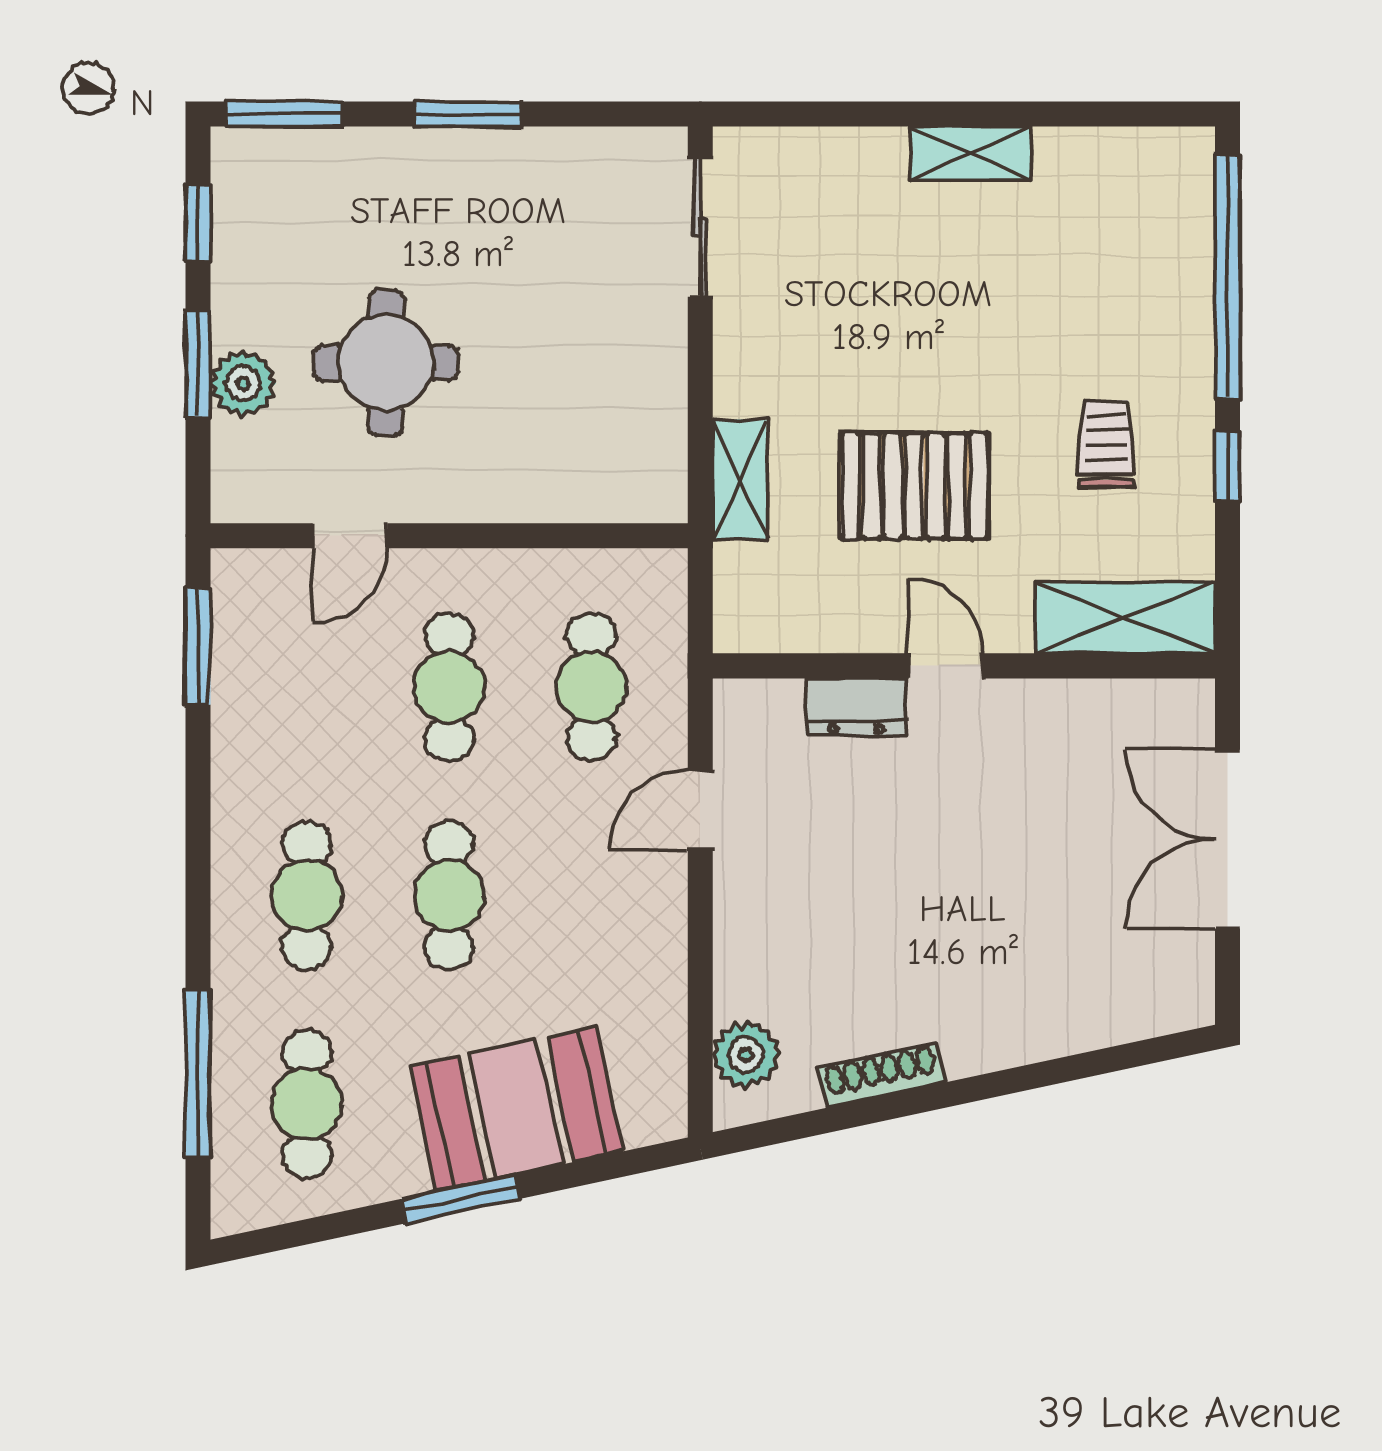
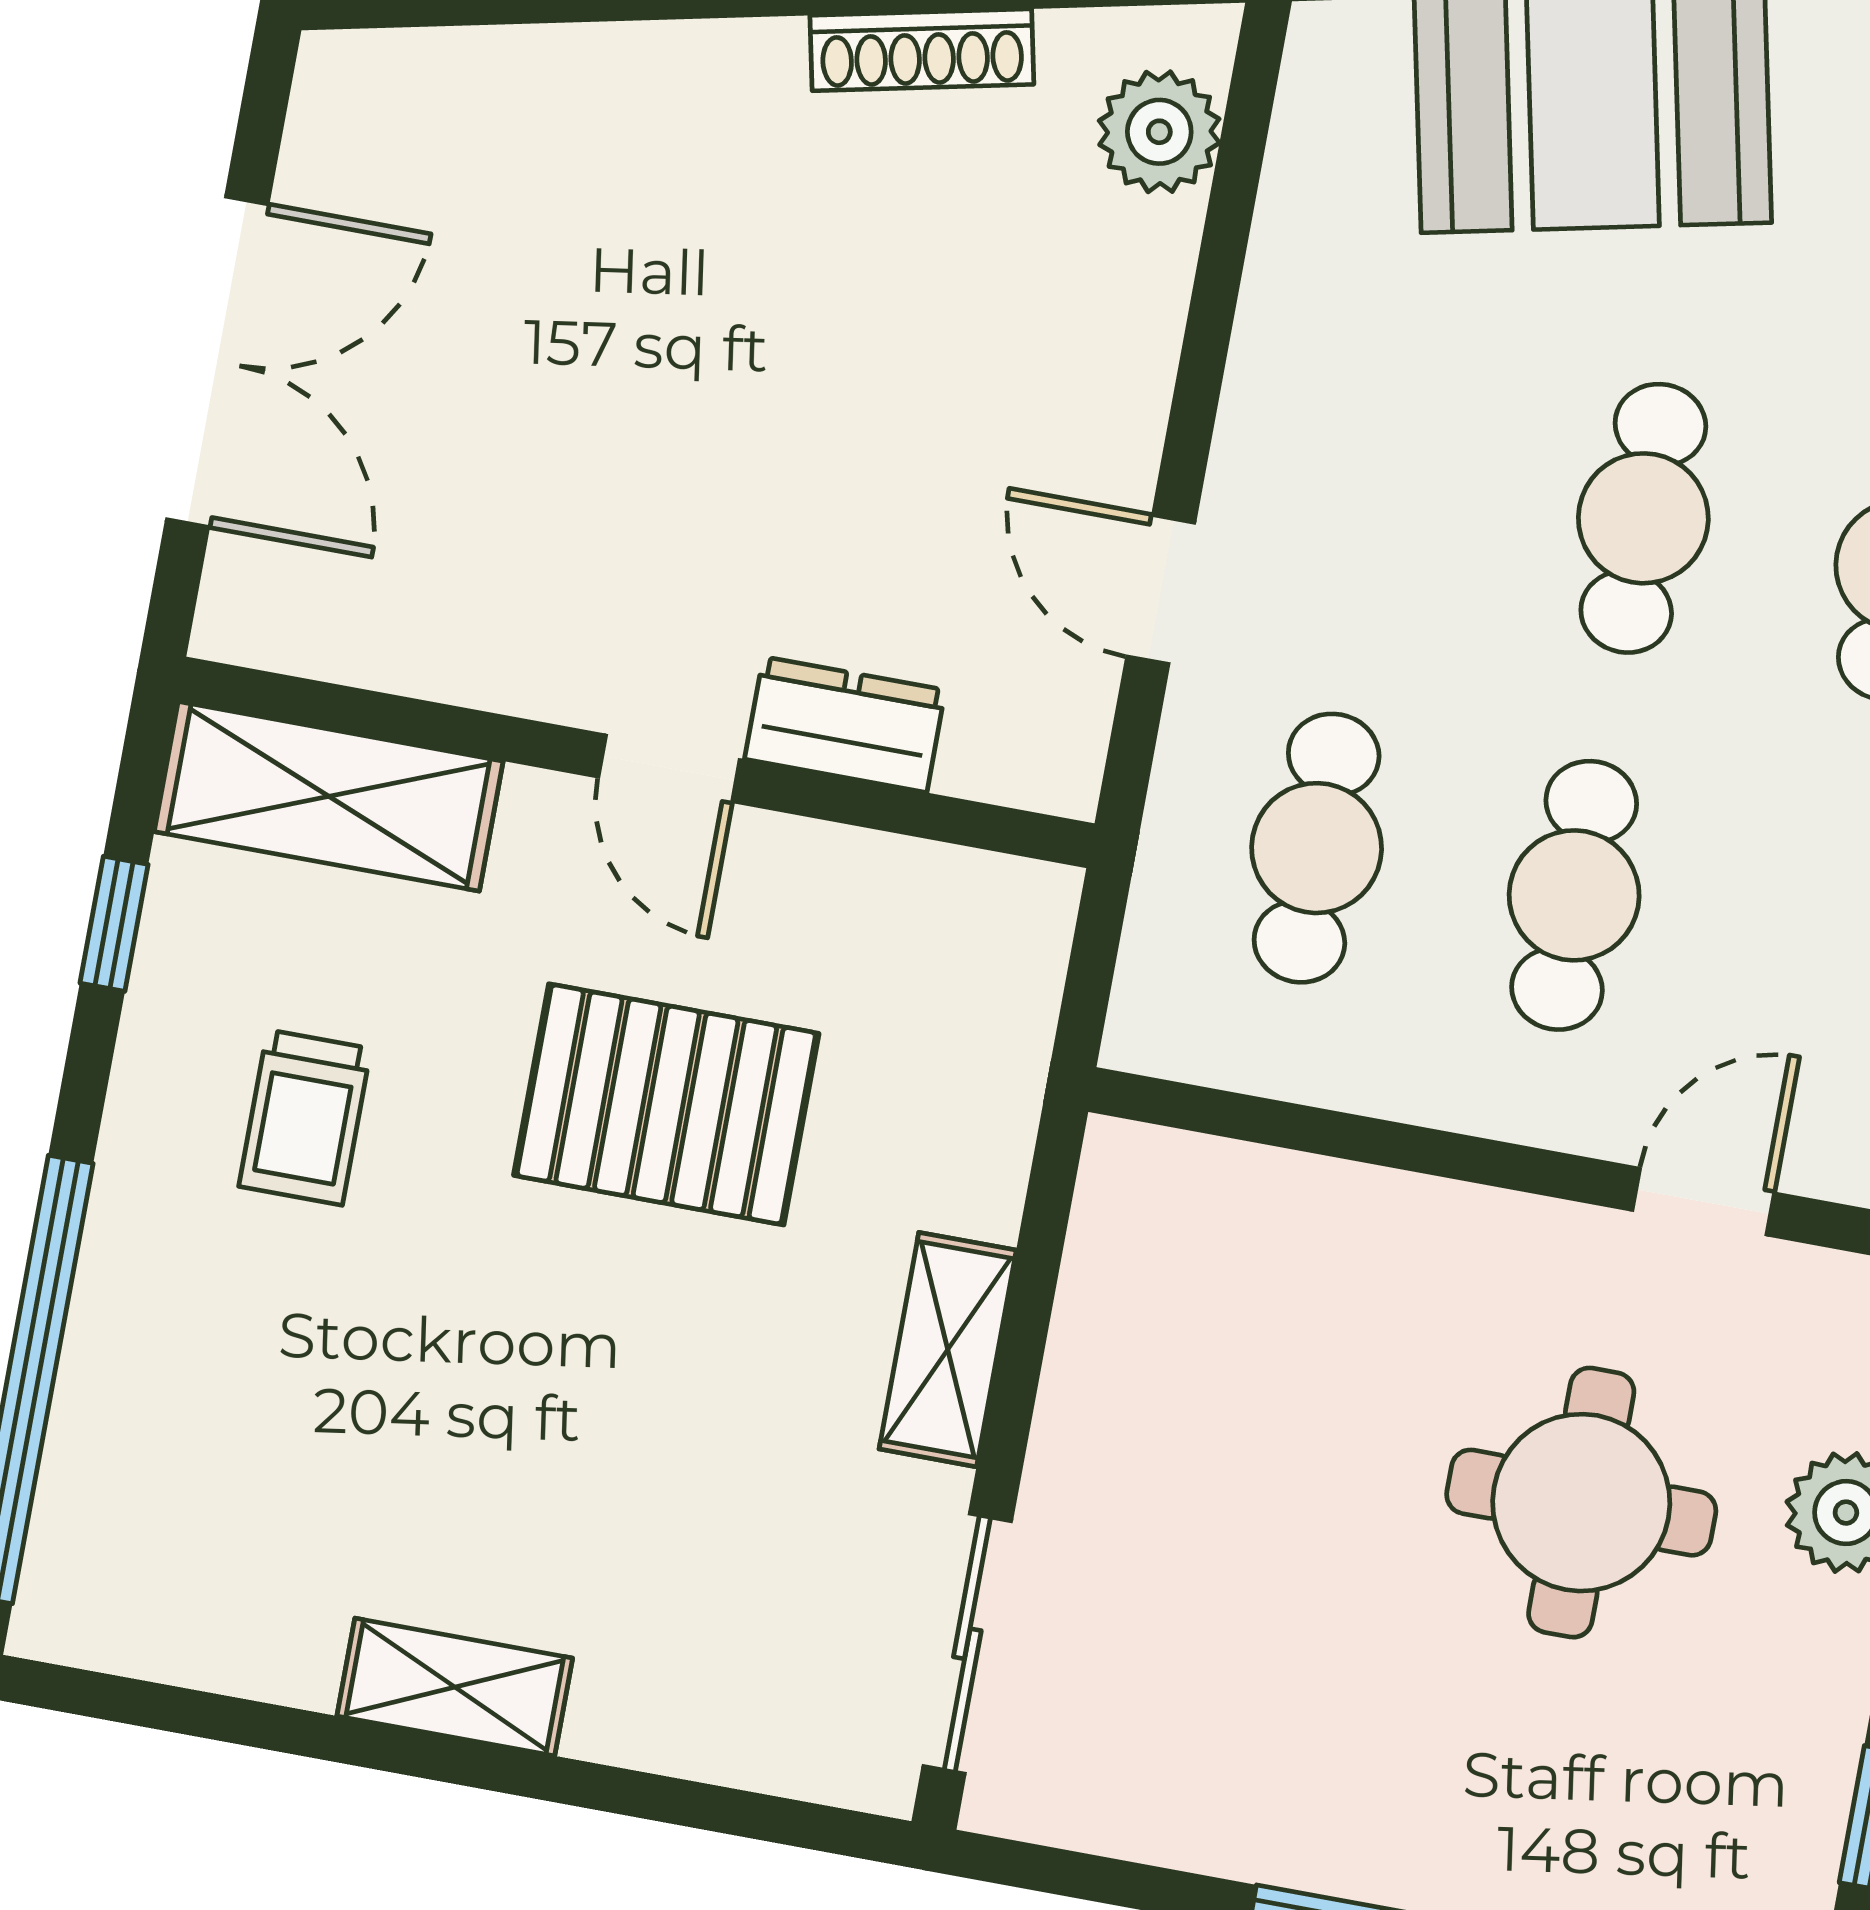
window: (1227, 466) -> (114, 924), moved
shelving: (740, 479) -> (948, 1350), moved
door: (700, 810) -> (1161, 590), swing flipped

